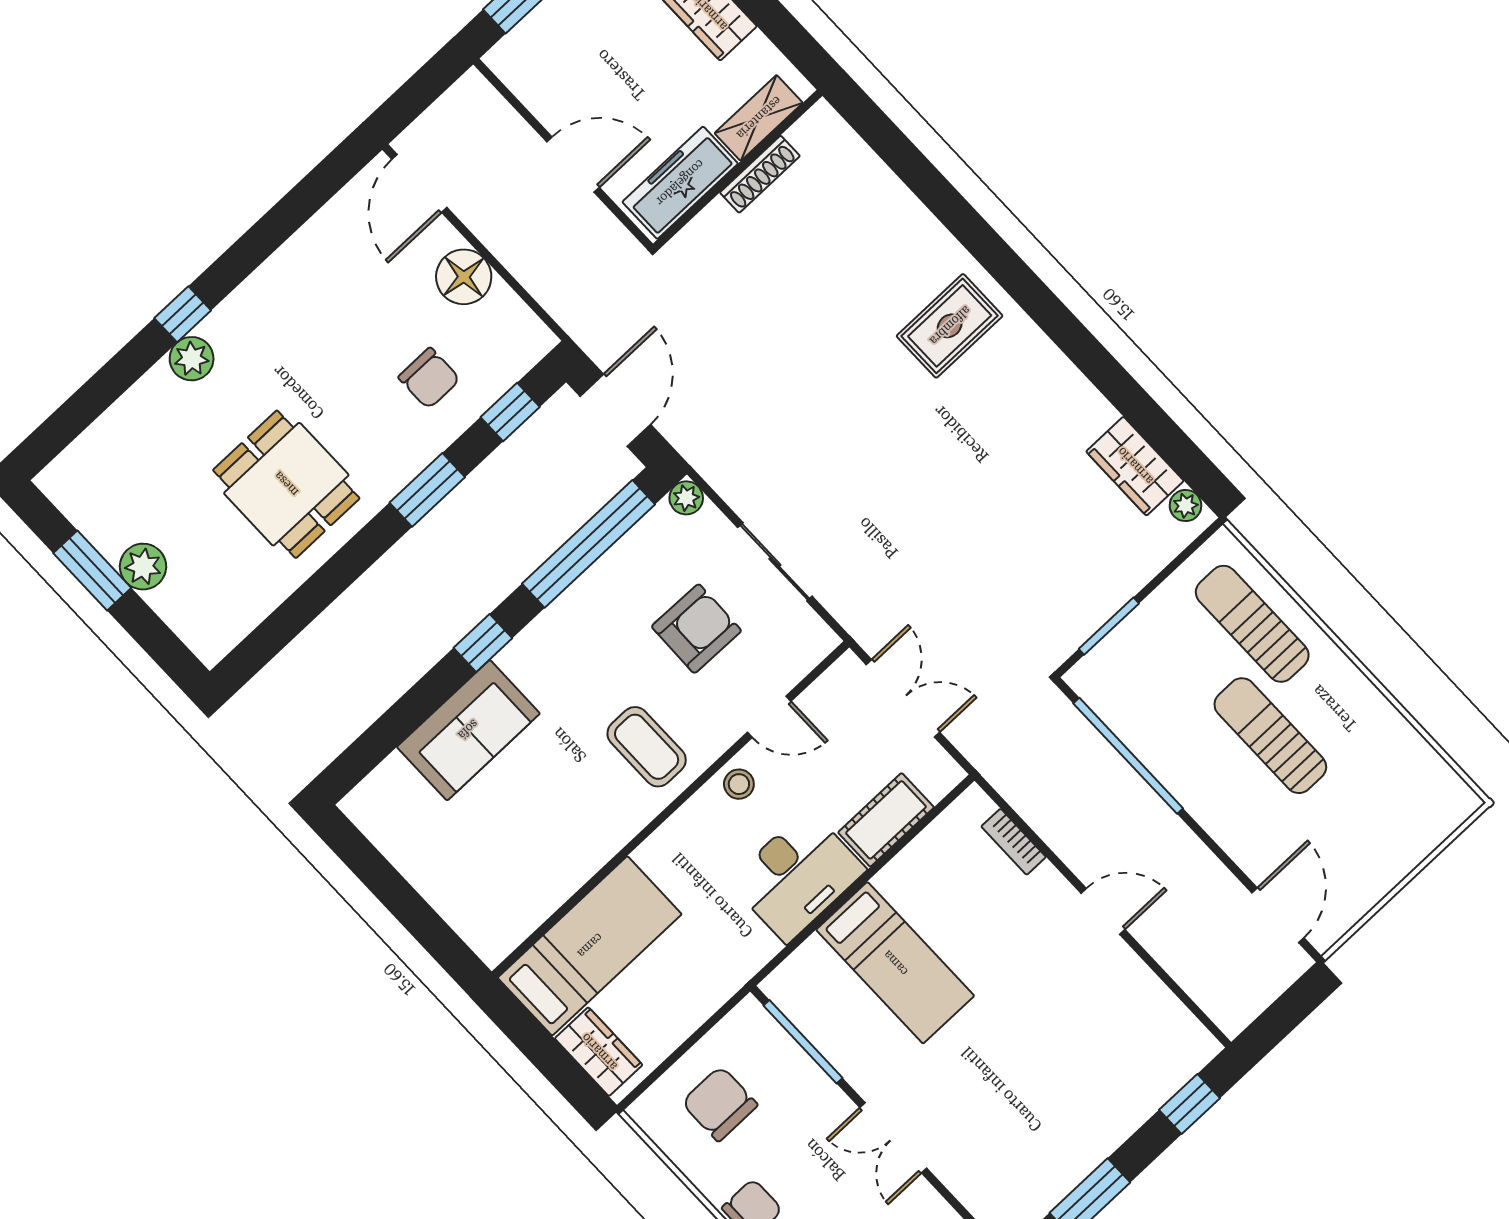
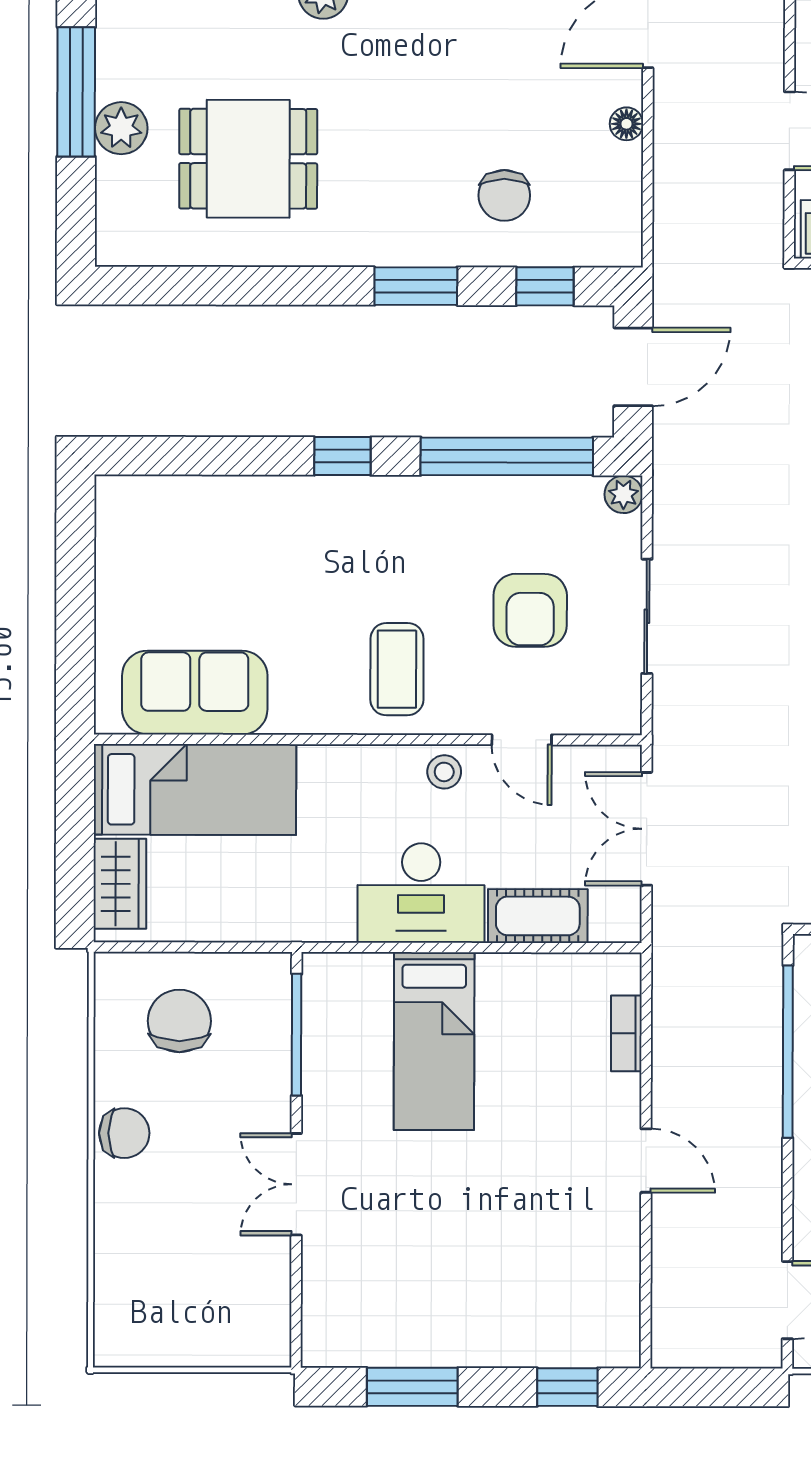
floor lamp: (464, 277) -> (626, 124), width x0.53, depth x0.53
dining table: (286, 484) -> (248, 159), moved, turned 90
window: (92, 570) -> (76, 92), width x1.44
armchair: (696, 629) -> (530, 610), turned 89
double door: (903, 698) -> (647, 829), swing flipped
sofa: (468, 730) -> (195, 693), moved, turned 180

